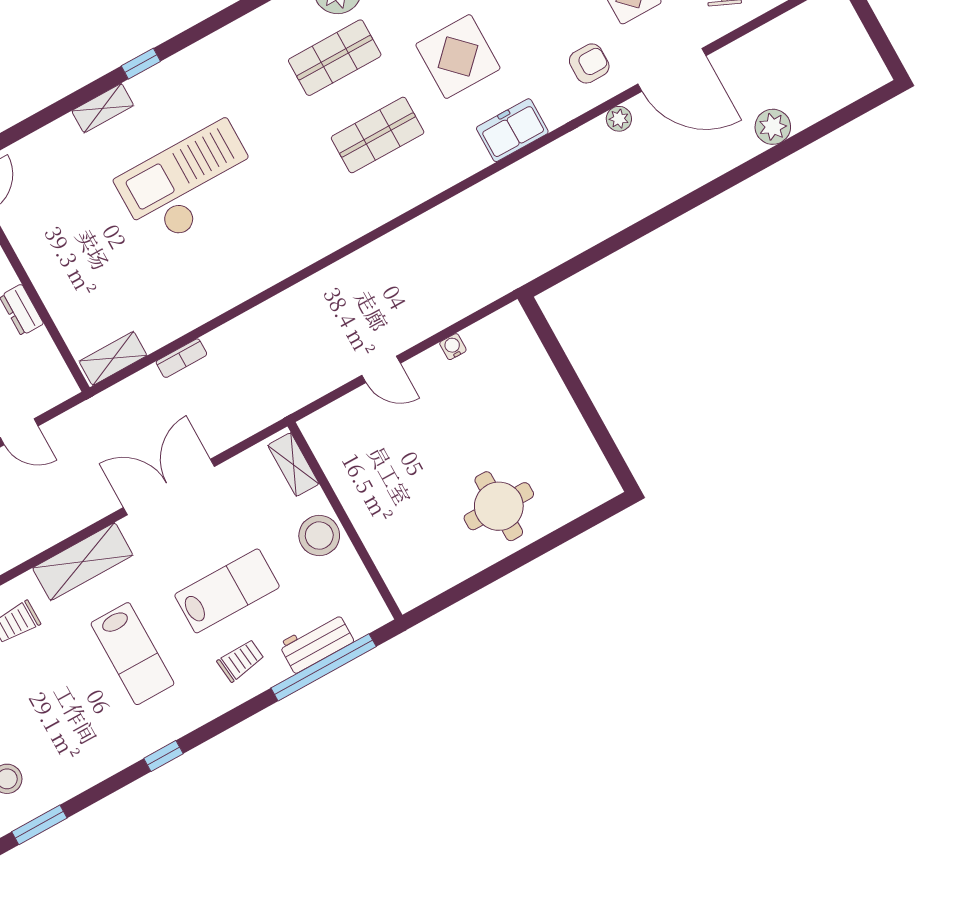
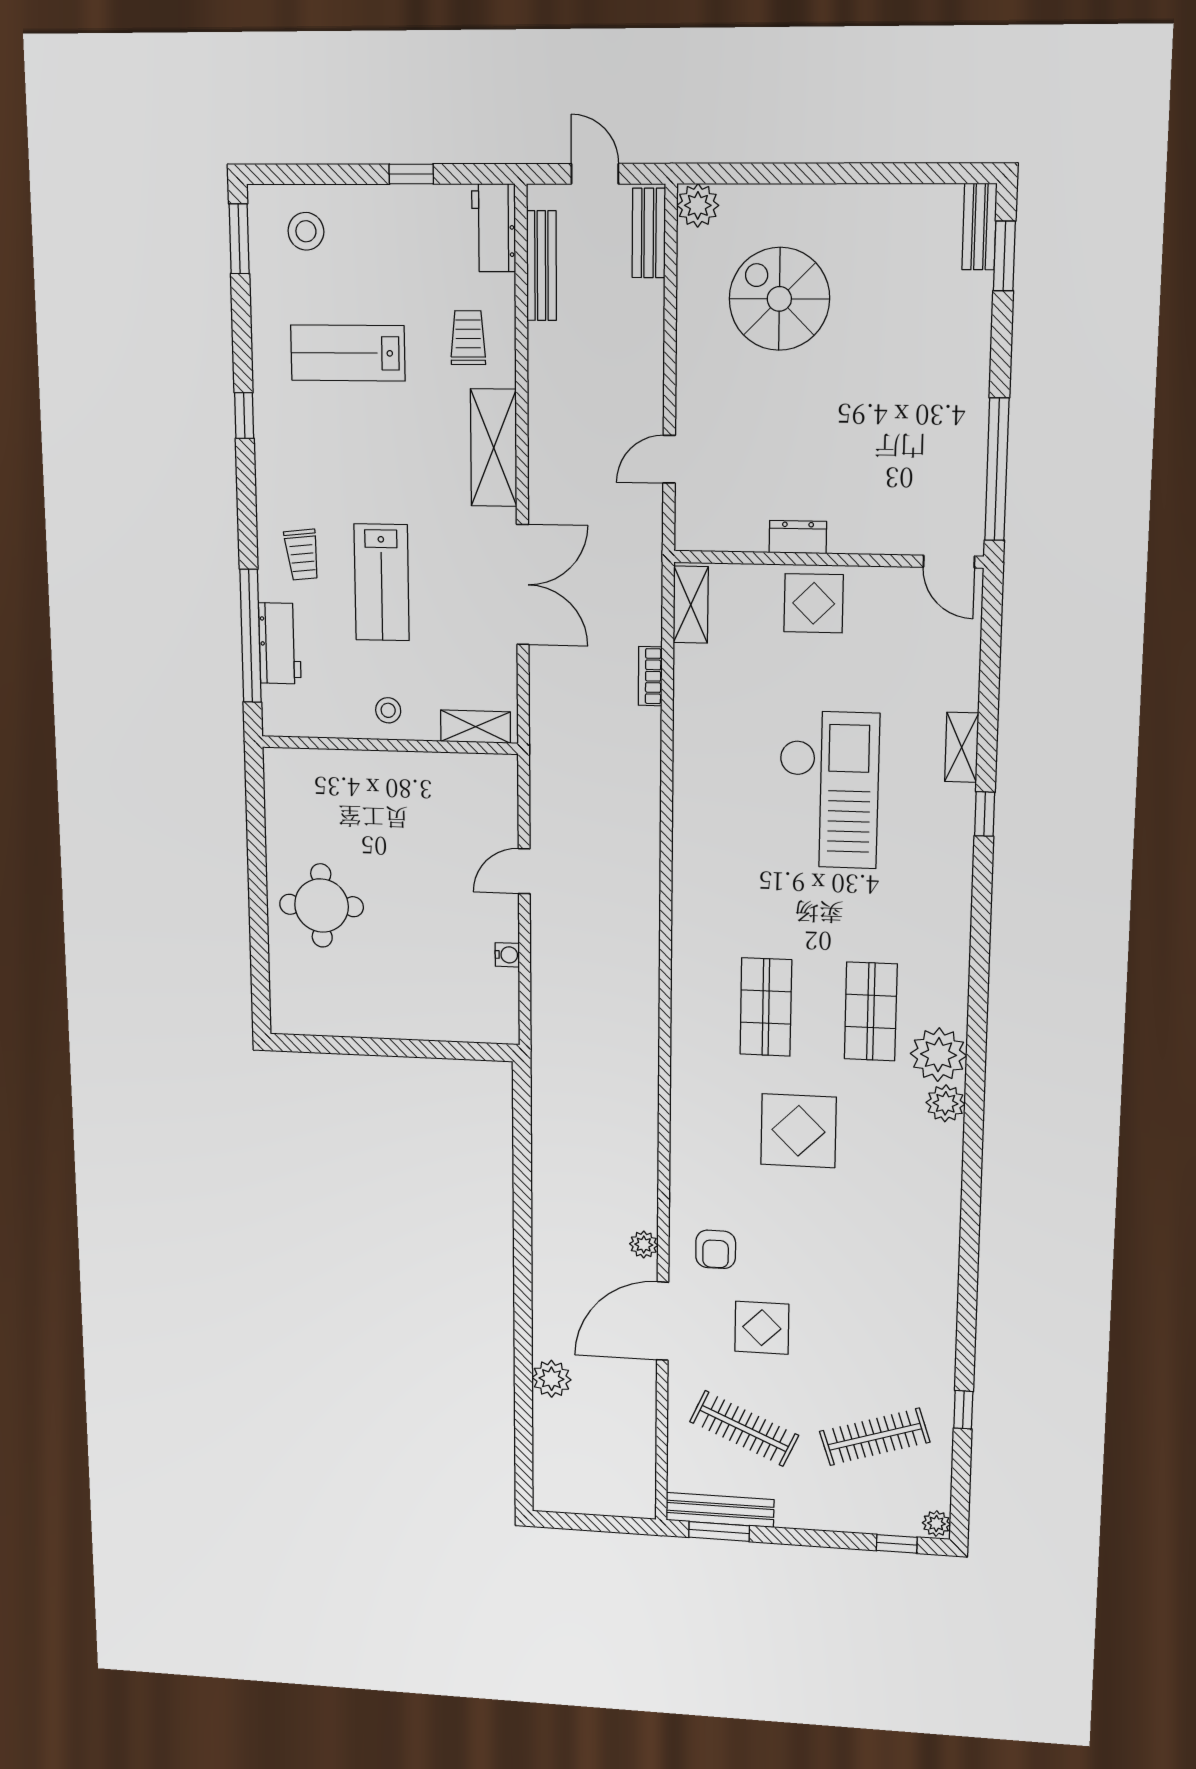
freezer: (512, 130) -> (693, 1139), removed
display table: (62, 272) -> (814, 603), added
stool: (319, 536) -> (388, 710), width x0.53, depth x0.53
lab bench: (132, 654) -> (348, 353), moved

